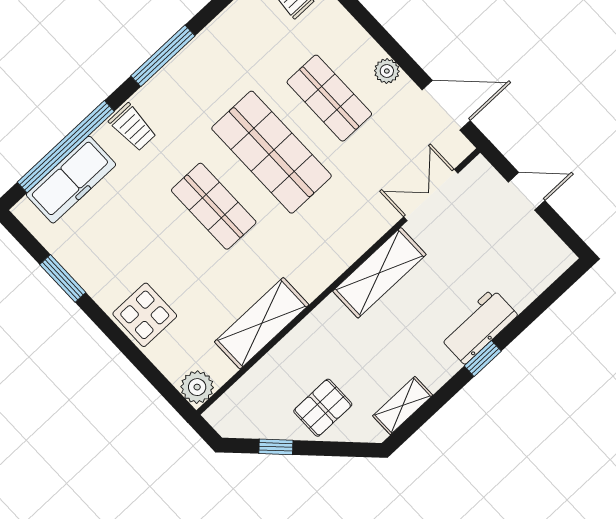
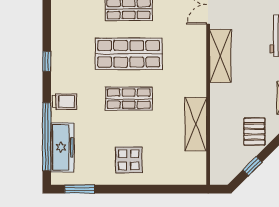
window: (163, 56) -> (47, 61), width x0.46
window: (63, 278) -> (80, 189), moved
display table: (145, 315) -> (129, 160), moved
plant: (197, 387) -> (197, 176), removed

